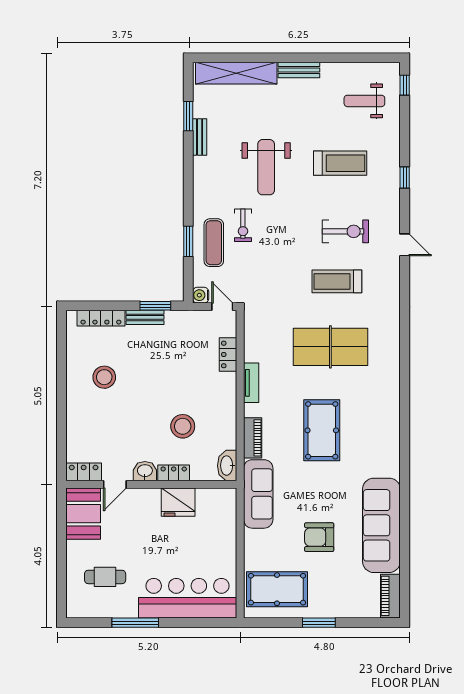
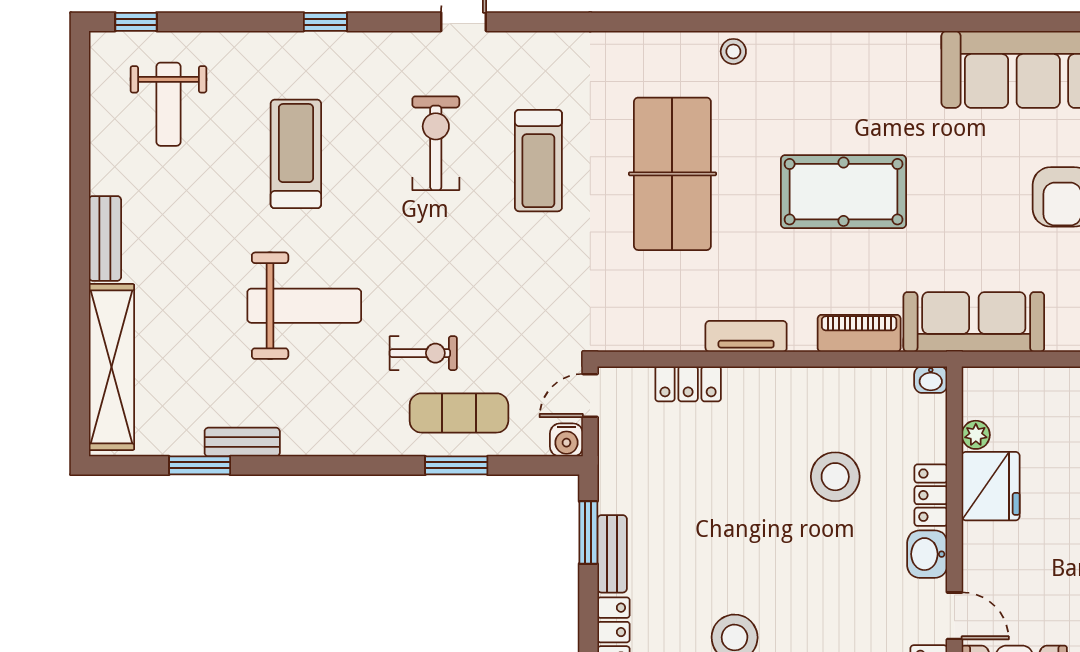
stool: (390, 377) -> (733, 51), added
washbasin: (227, 466) -> (931, 380), width x0.52, depth x0.69
plant: (203, 495) -> (976, 435), added

